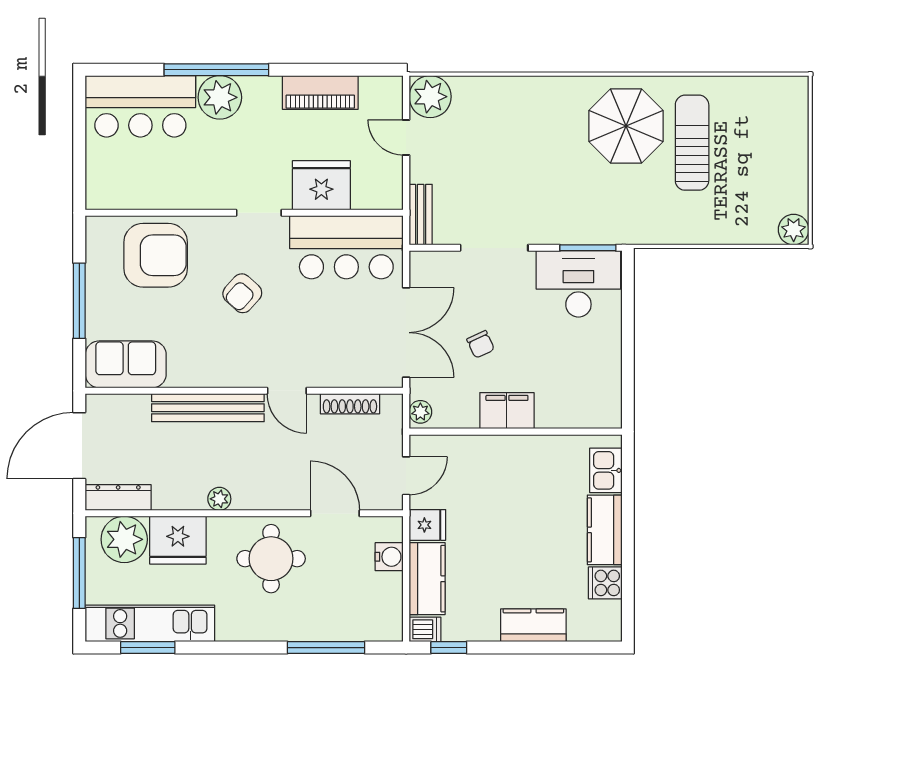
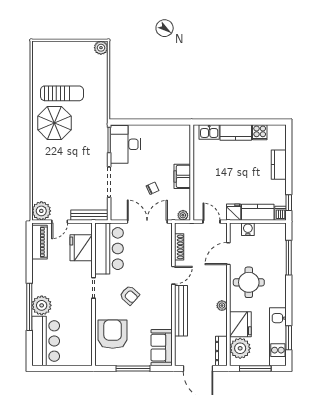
piano: (320, 93) -> (39, 242), moved
sun lounger: (692, 143) -> (62, 93), turned 180
fridge: (321, 185) -> (81, 248), moved
bench: (421, 215) -> (89, 215), width x1.36

